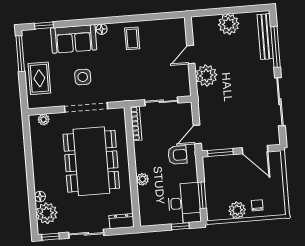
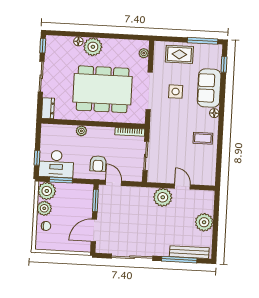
plant: (217, 210) -> (47, 191), added
plant: (47, 213) -> (93, 47), moved

